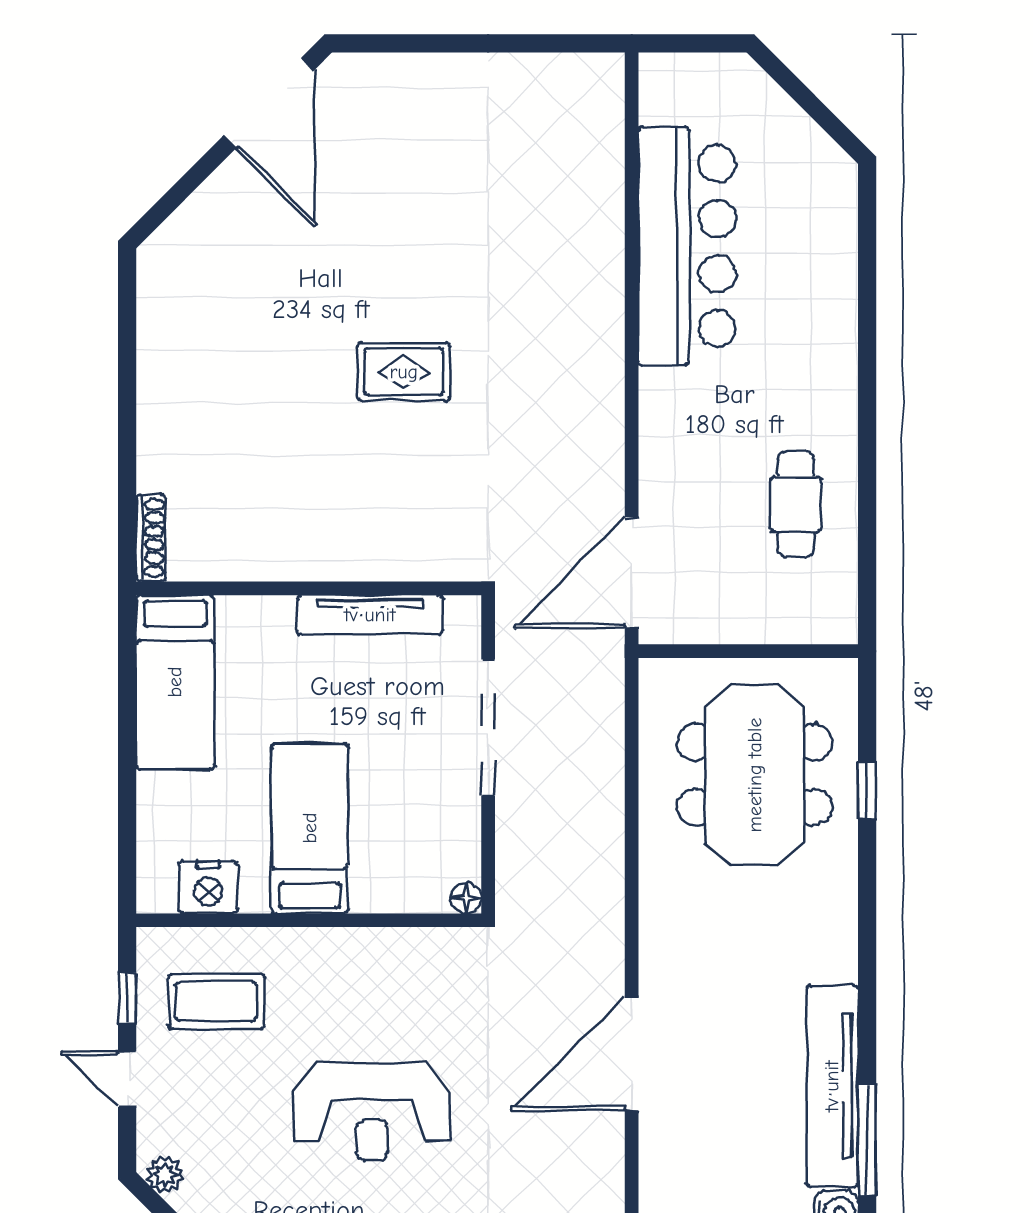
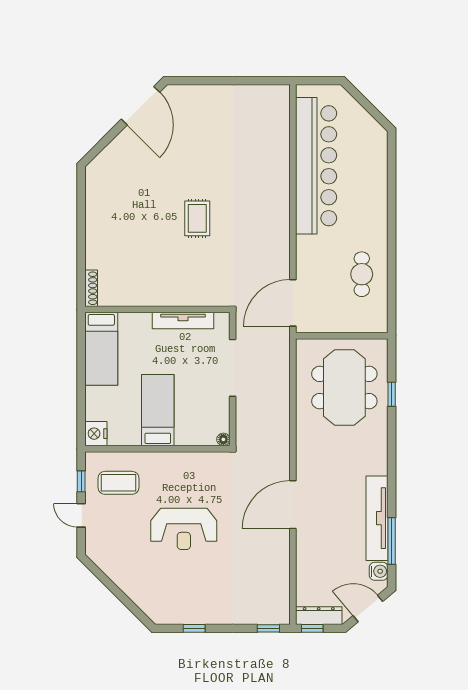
bar counter: (687, 246) -> (316, 166), width x1.36
rug: (404, 372) -> (197, 218), turned 90
nightstand: (208, 887) -> (96, 434), moved, turned 90
plant: (165, 1175) -> (97, 556), removed

